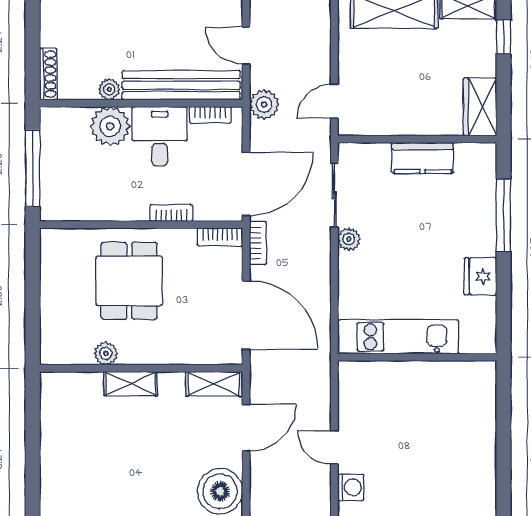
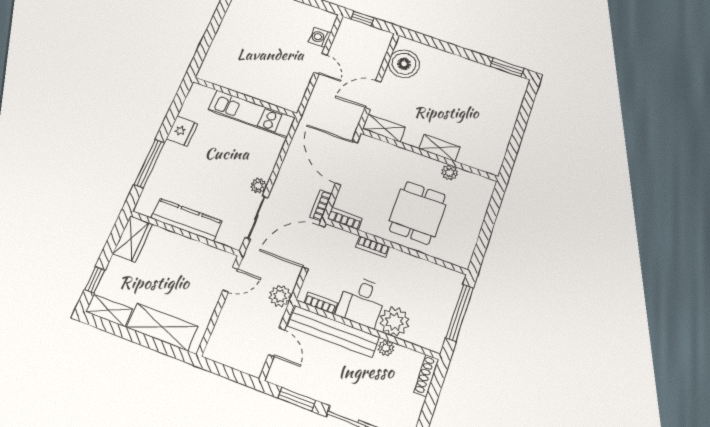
kitchen counter: (423, 158) -> (186, 220), width x1.50

